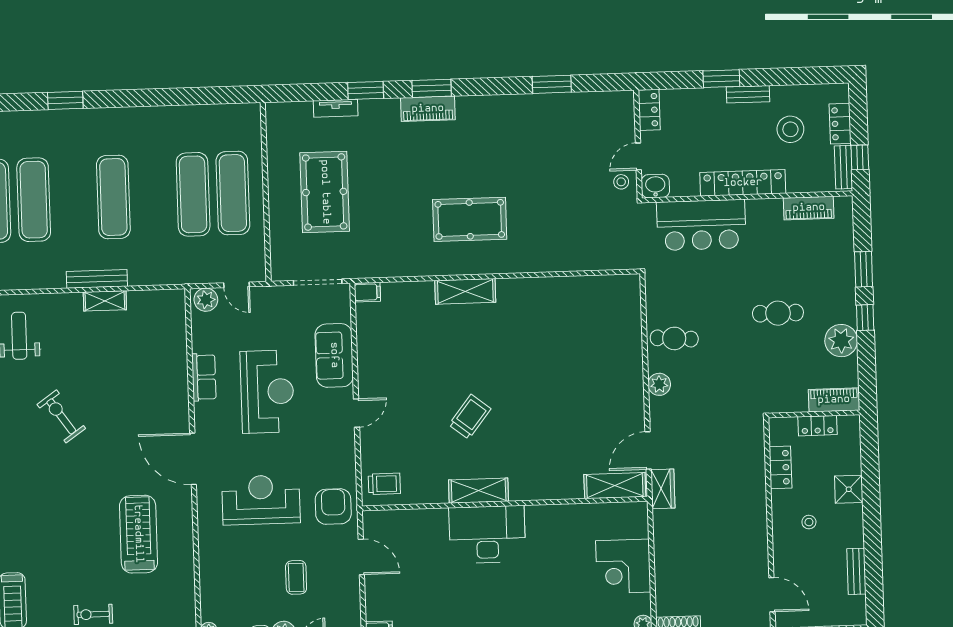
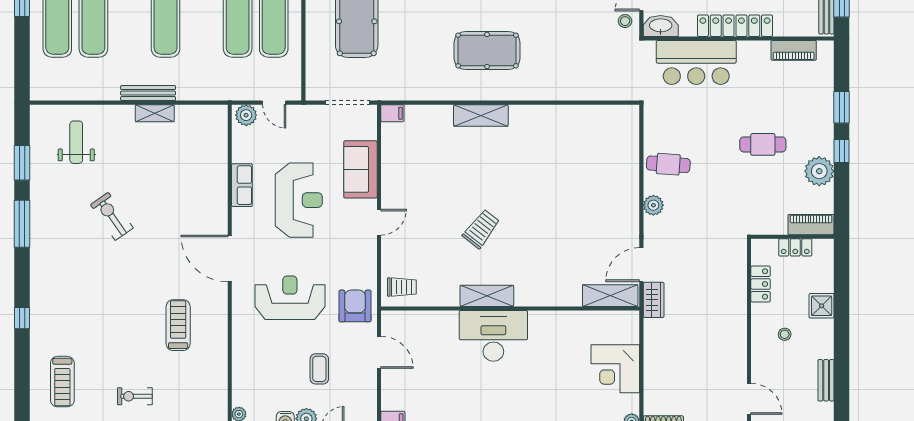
washbasin: (655, 186) -> (661, 26), width x1.38
treadmill: (138, 534) -> (178, 325), width x0.73, depth x0.73

